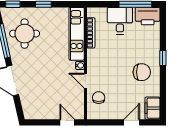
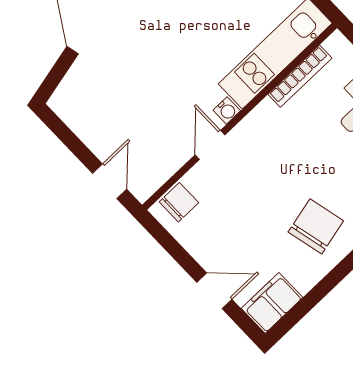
chair: (142, 72) -> (316, 226), turned -103
chair: (99, 98) -> (179, 202), moved

